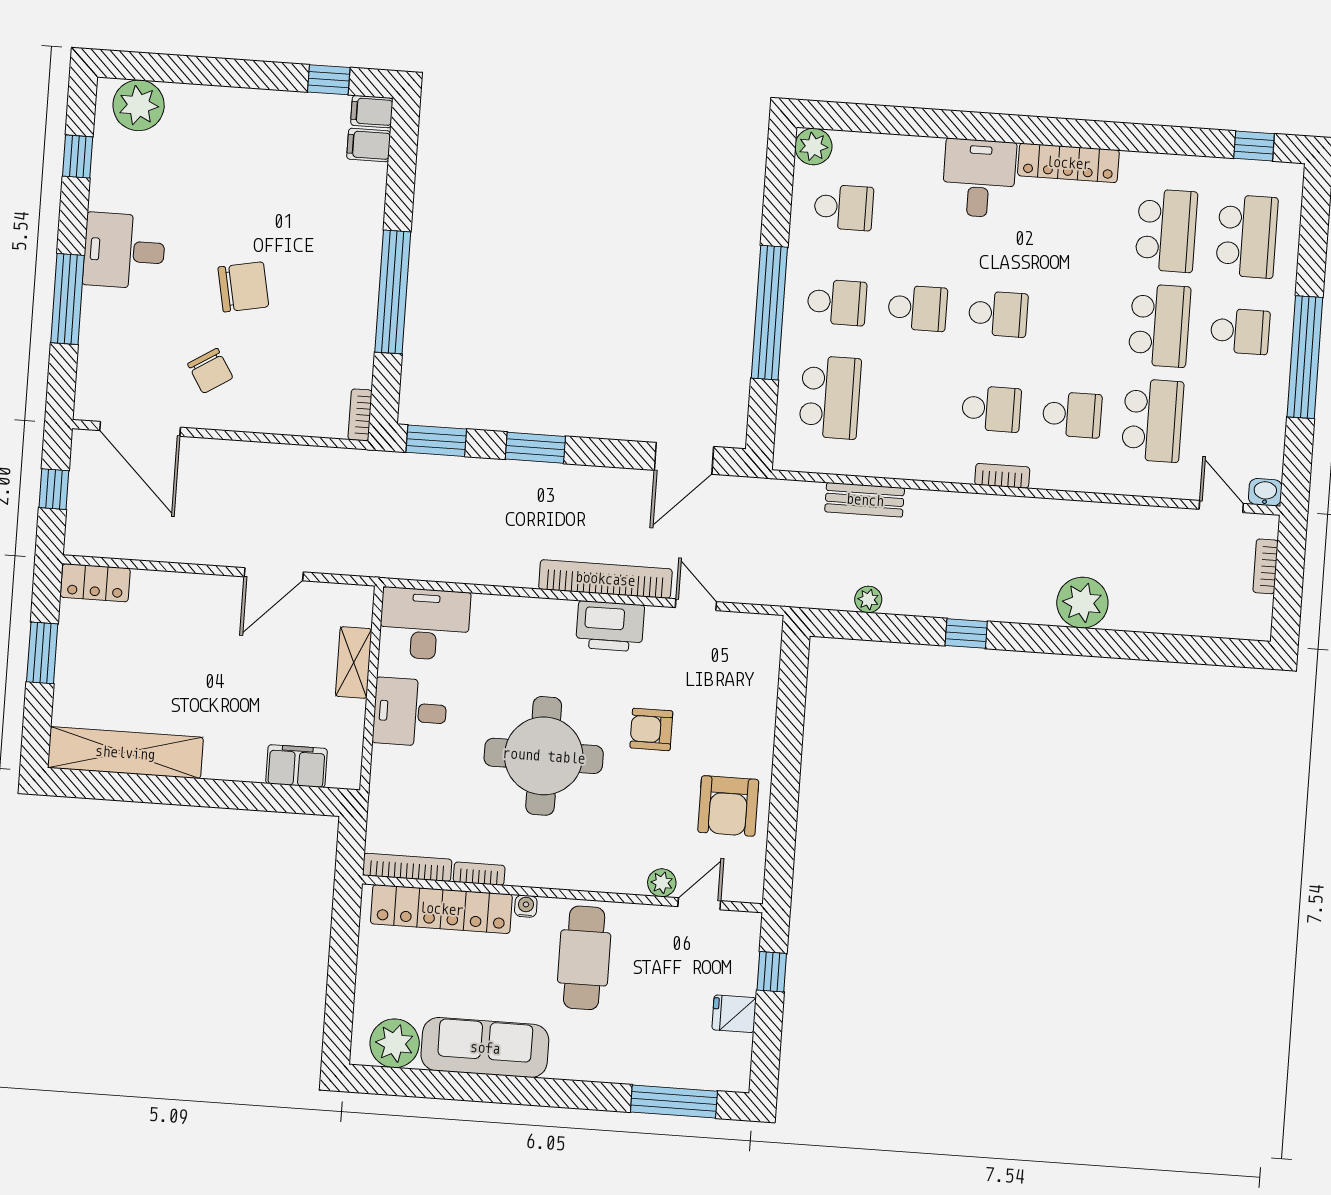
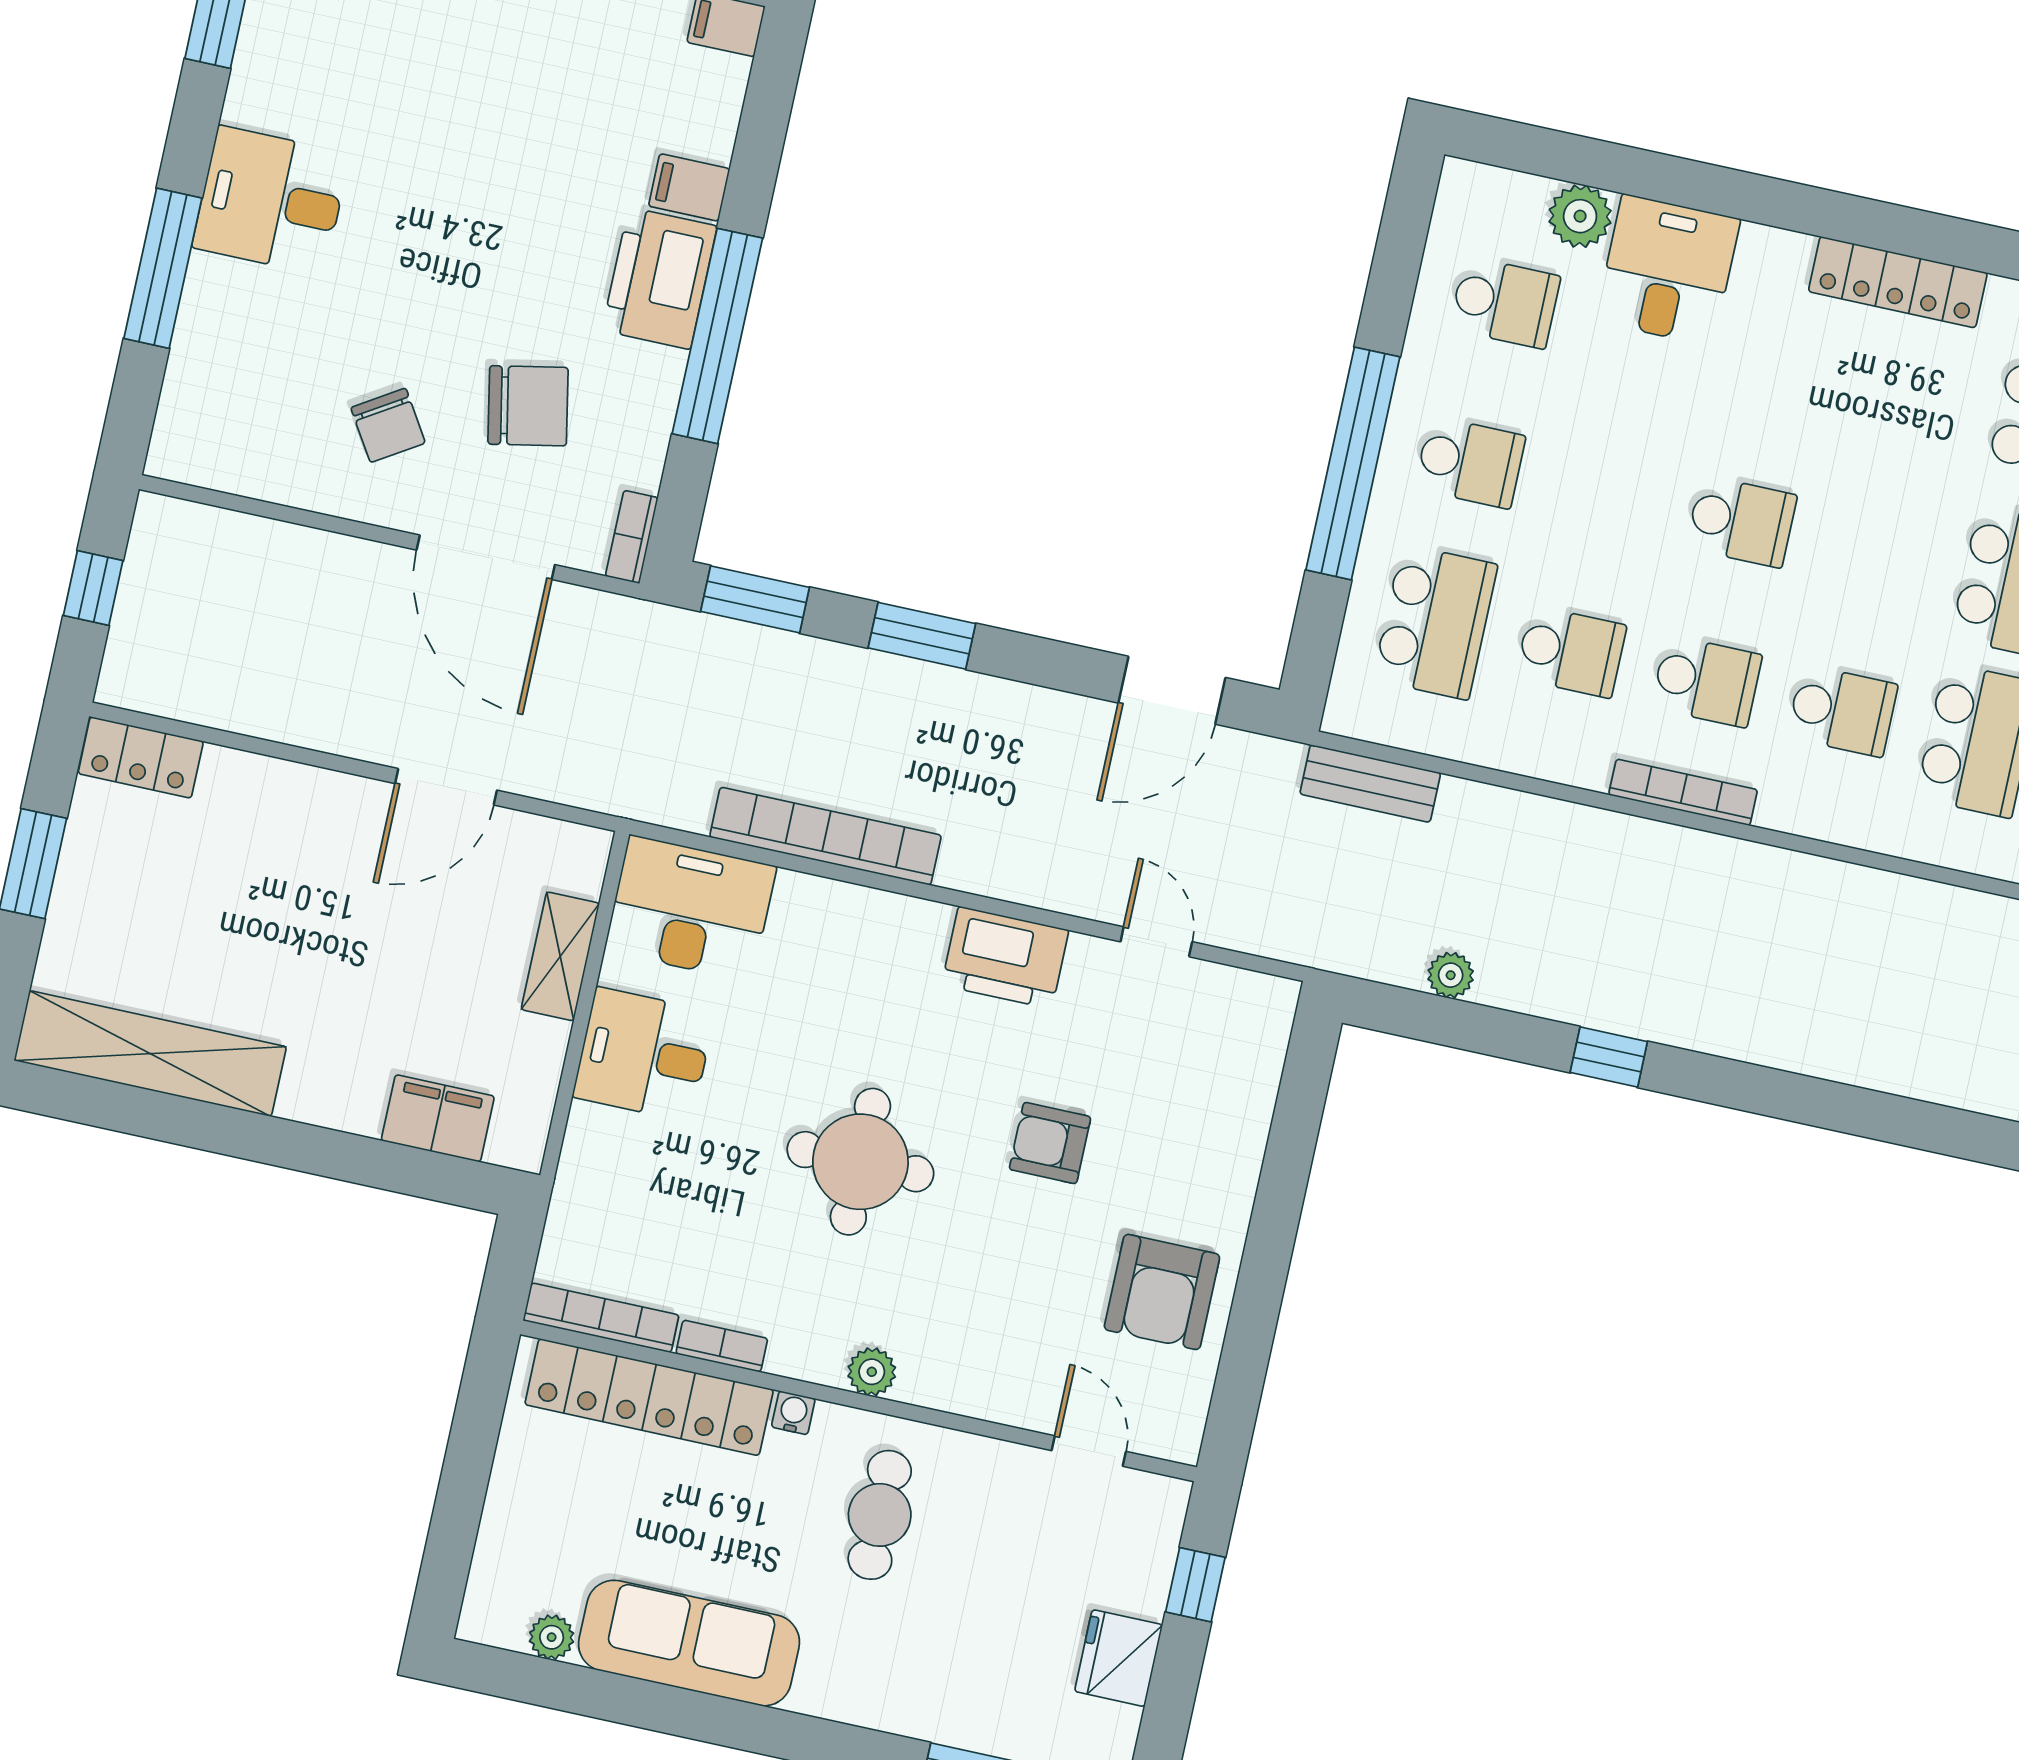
filing cabinet: (369, 145) -> (689, 187), moved
plant: (813, 147) -> (1580, 216), moved
desk: (979, 178) -> (1668, 270), moved
printer: (355, 264) -> (660, 278), added
chair: (243, 287) -> (528, 406), moved
school desk: (918, 308) -> (1571, 652), moved
door: (140, 429) -> (486, 557), moved
bookcase: (1002, 476) -> (1683, 792), width x1.56
bench: (865, 500) -> (1370, 783), moved
bookcase: (605, 579) -> (825, 836), moved
plant: (1082, 603) -> (1814, 1033), removed
round table: (544, 756) -> (860, 1162), width x0.73, depth x0.73
plant: (662, 883) -> (872, 1372), moved
door: (699, 904) -> (1089, 1451), hinge flipped
cafe table: (584, 958) -> (880, 1515), width x0.73, depth x0.74
fridge: (734, 1014) -> (1119, 1658), width x1.38
plant: (395, 1043) -> (552, 1637), width x0.53, depth x0.53

